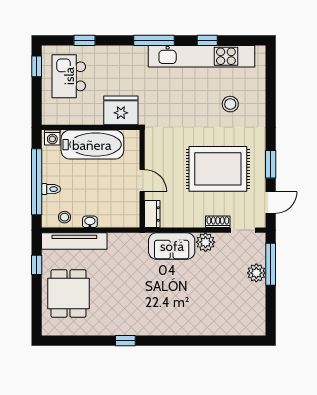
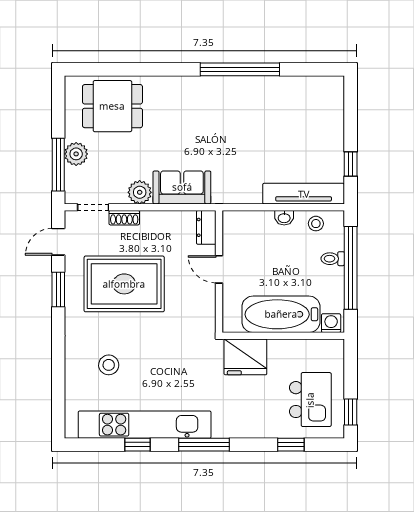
dining table: (69, 293) -> (112, 106), moved, turned 90
window: (125, 341) -> (240, 69), width x3.17

